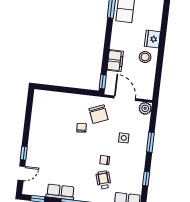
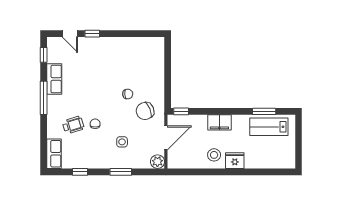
filing cabinet: (115, 61) -> (219, 122), moved

